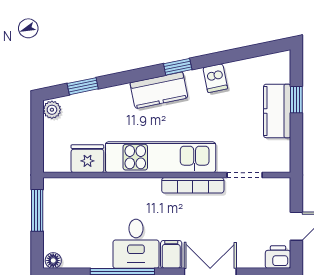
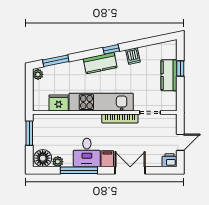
window: (83, 86) -> (56, 61), width x1.50
plant: (86, 259) -> (58, 162), added
floor lamp: (53, 261) -> (43, 158), width x1.89, depth x1.89

